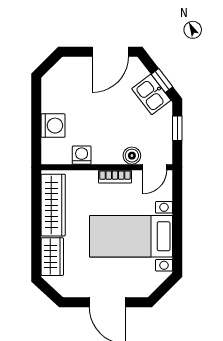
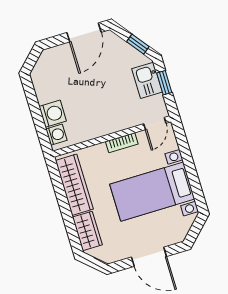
kitchen sink: (151, 94) -> (147, 80), moved, turned 37
washing machine: (82, 155) -> (56, 135), moved, turned 90
boiler: (132, 156) -> (131, 119), removed

